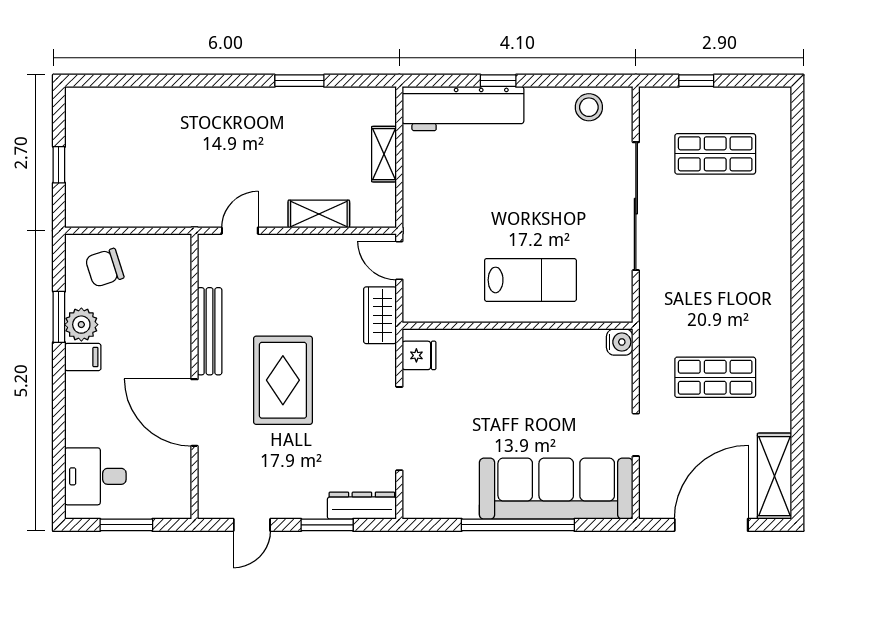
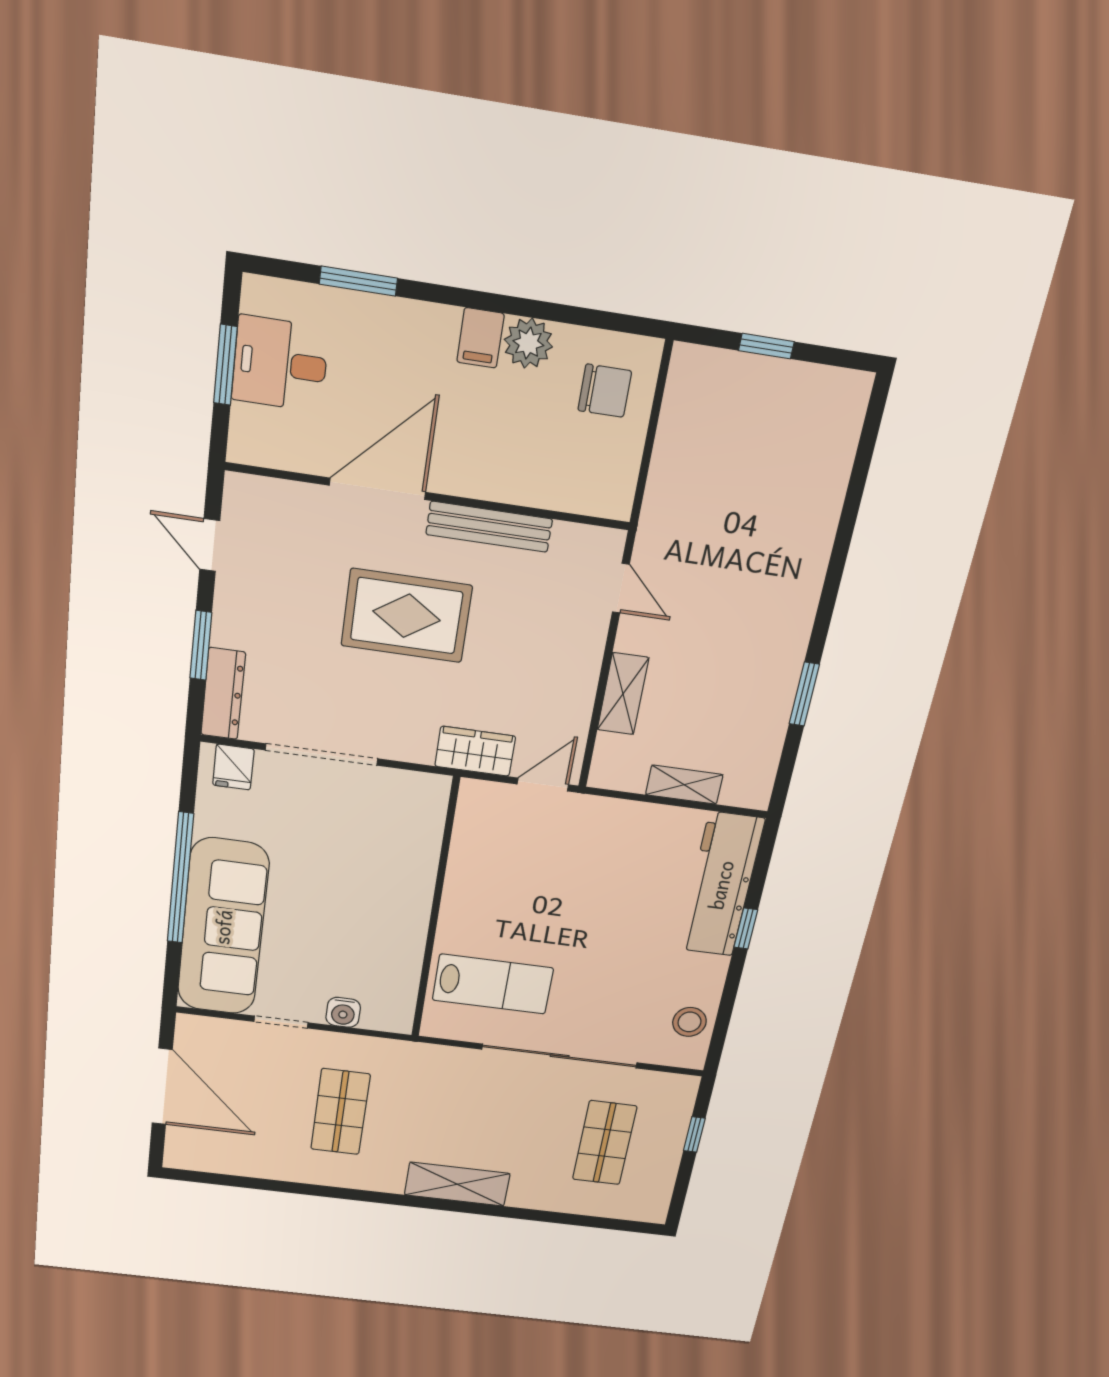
chair: (105, 268) -> (605, 391), turned 108
lab bench: (530, 280) -> (493, 984), moved, turned -90
window: (59, 317) -> (358, 281), moved
water cooler: (620, 342) -> (343, 1012), moved
fridge: (419, 355) -> (233, 767), moved
desk: (95, 476) -> (280, 364), moved, turned -90
shelving: (774, 476) -> (457, 1184), moved

